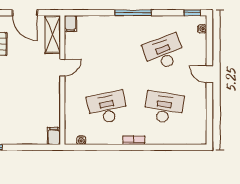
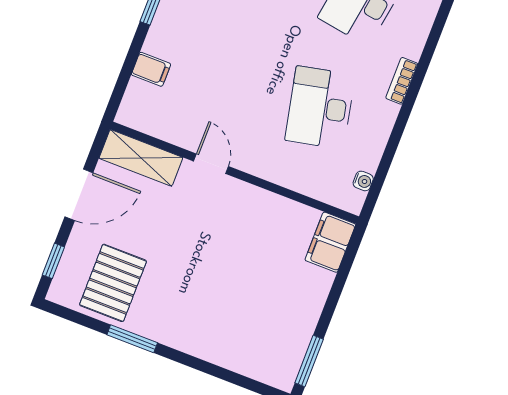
filing cabinet: (70, 24) -> (151, 69), moved
filing cabinet: (54, 136) -> (330, 242), width x2.00

